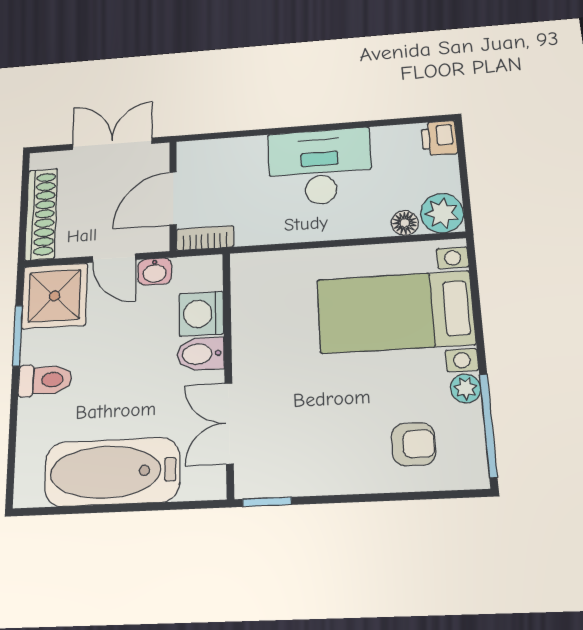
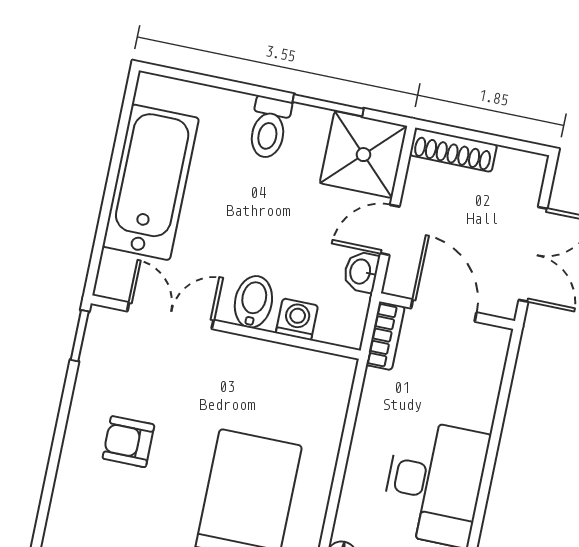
shoe rack: (41, 214) -> (453, 150), width x0.74, depth x0.81
washing machine: (201, 314) -> (297, 319), width x0.73, depth x0.73
armchair: (414, 444) -> (128, 442), moved, turned 90

